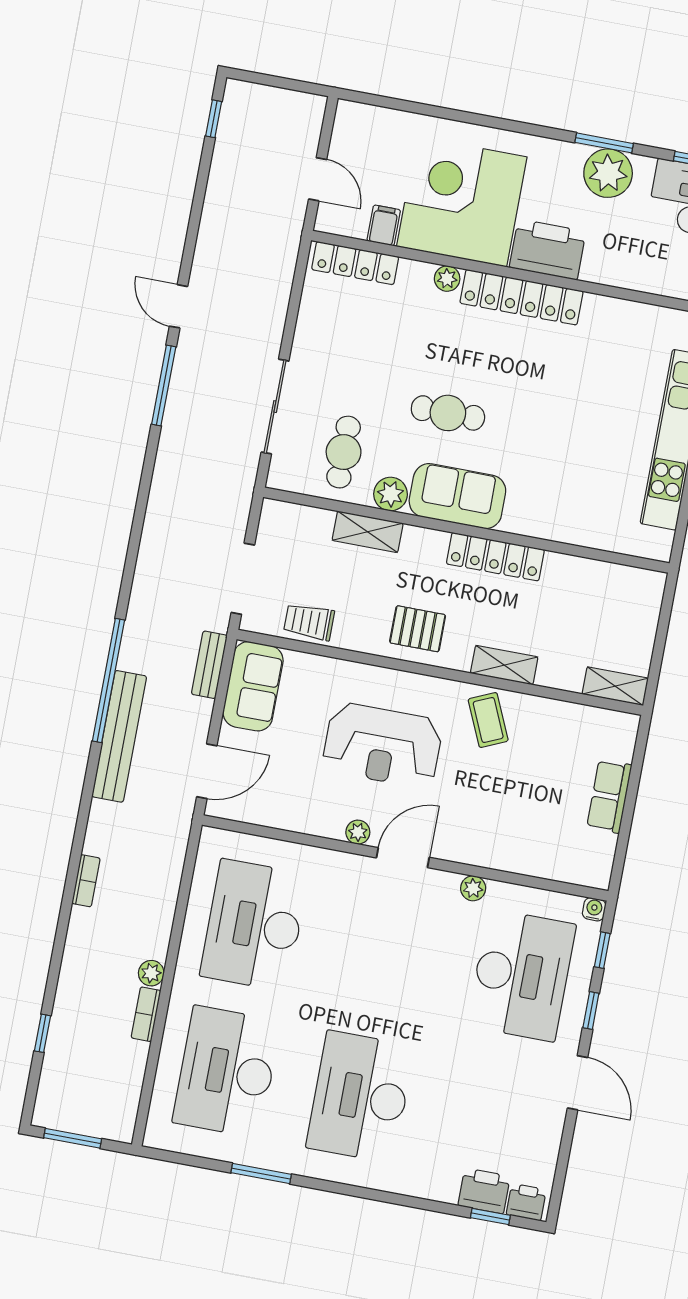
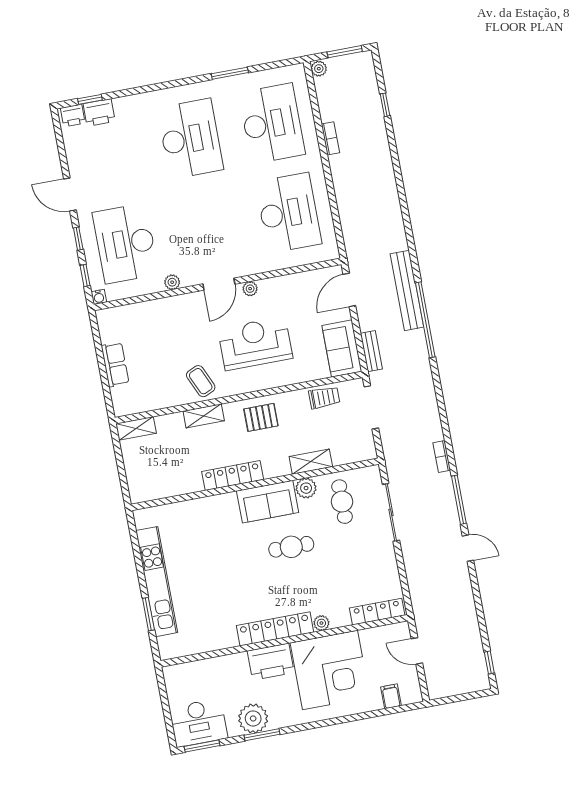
filing cabinet: (384, 225) -> (391, 696), moved, turned 180
bookcase: (86, 881) -> (442, 456), moved
plant: (151, 973) -> (319, 69), moved

